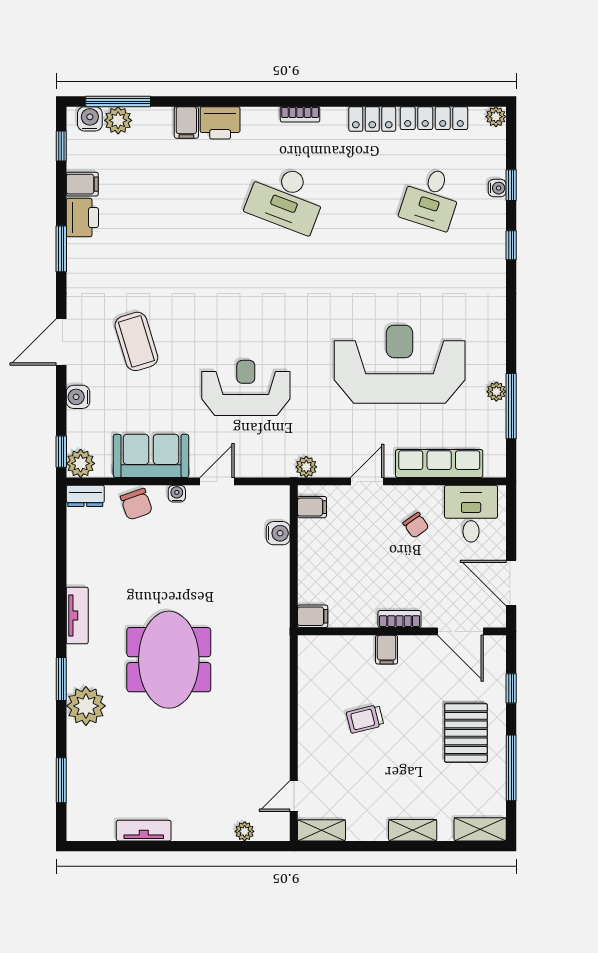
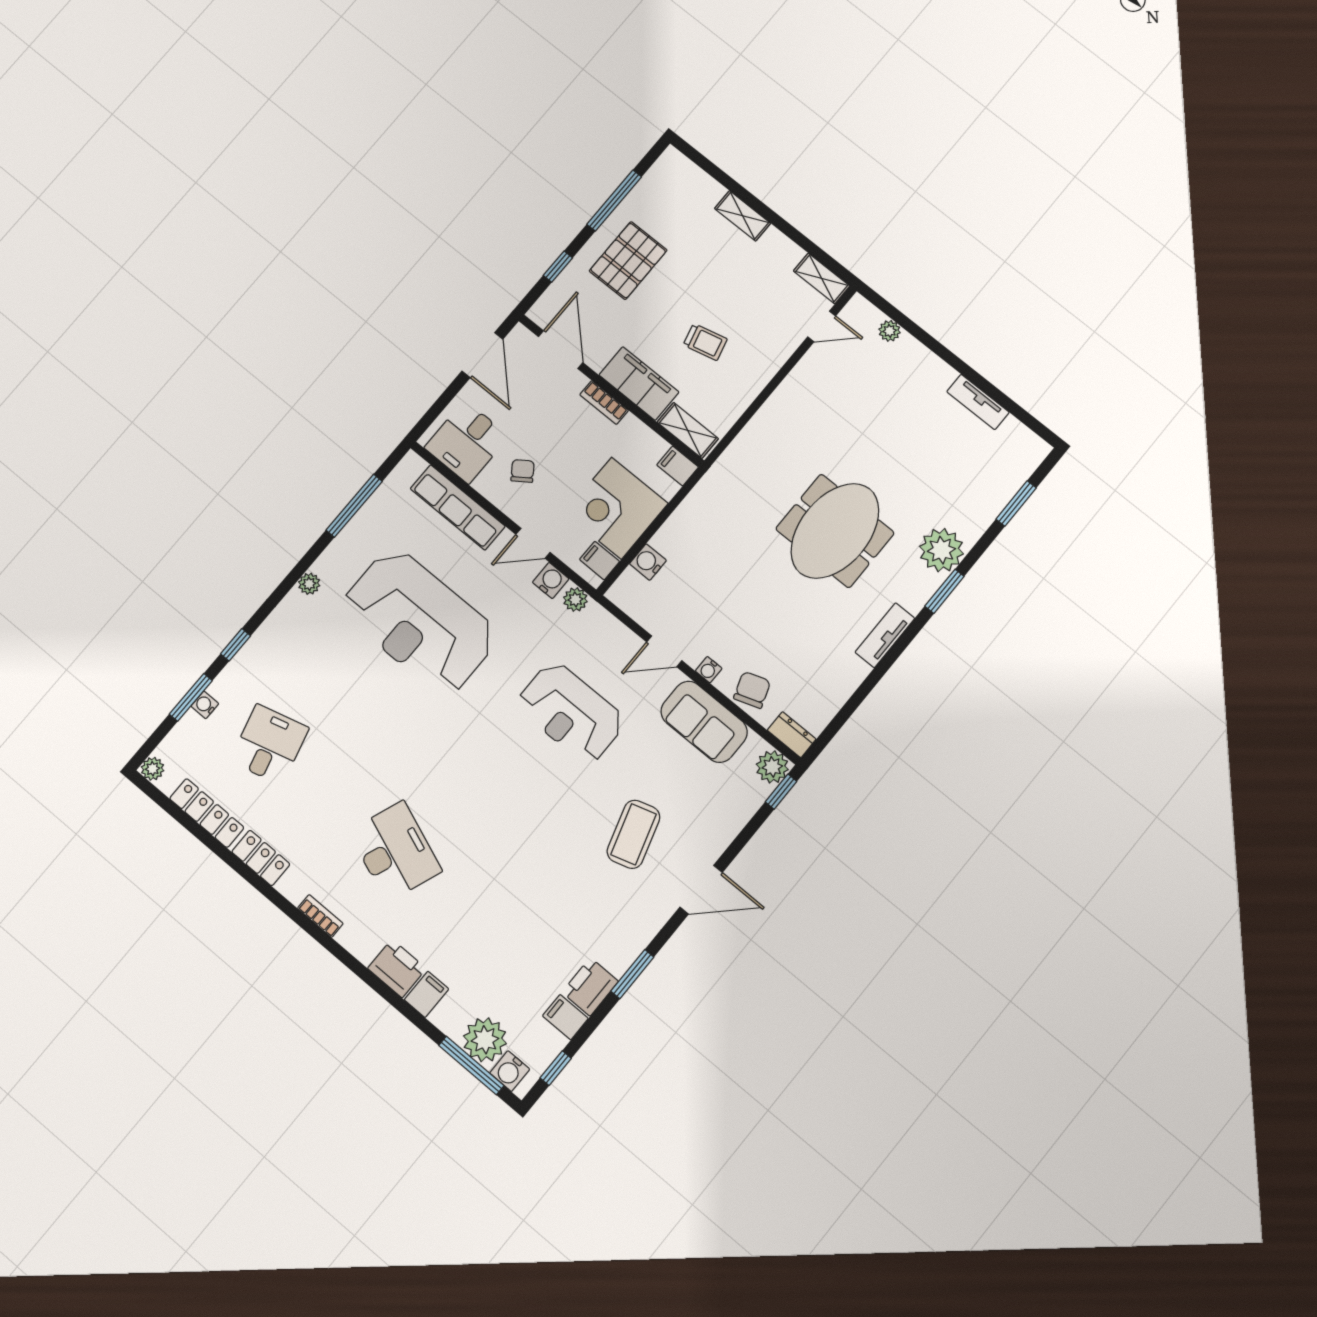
plant: (118, 120) -> (485, 1040), width x1.36, depth x1.36
window: (511, 185) -> (191, 697), width x1.50
desk: (431, 198) -> (269, 744), turned -33
plant: (496, 392) -> (309, 584), moved
water cooler: (78, 397) -> (551, 581), moved, turned -90
corner desk: (330, 553) -> (616, 508), added
filing cabinet: (387, 650) -> (639, 383), width x3.00, depth x1.17
shelving: (480, 829) -> (688, 430), moved

